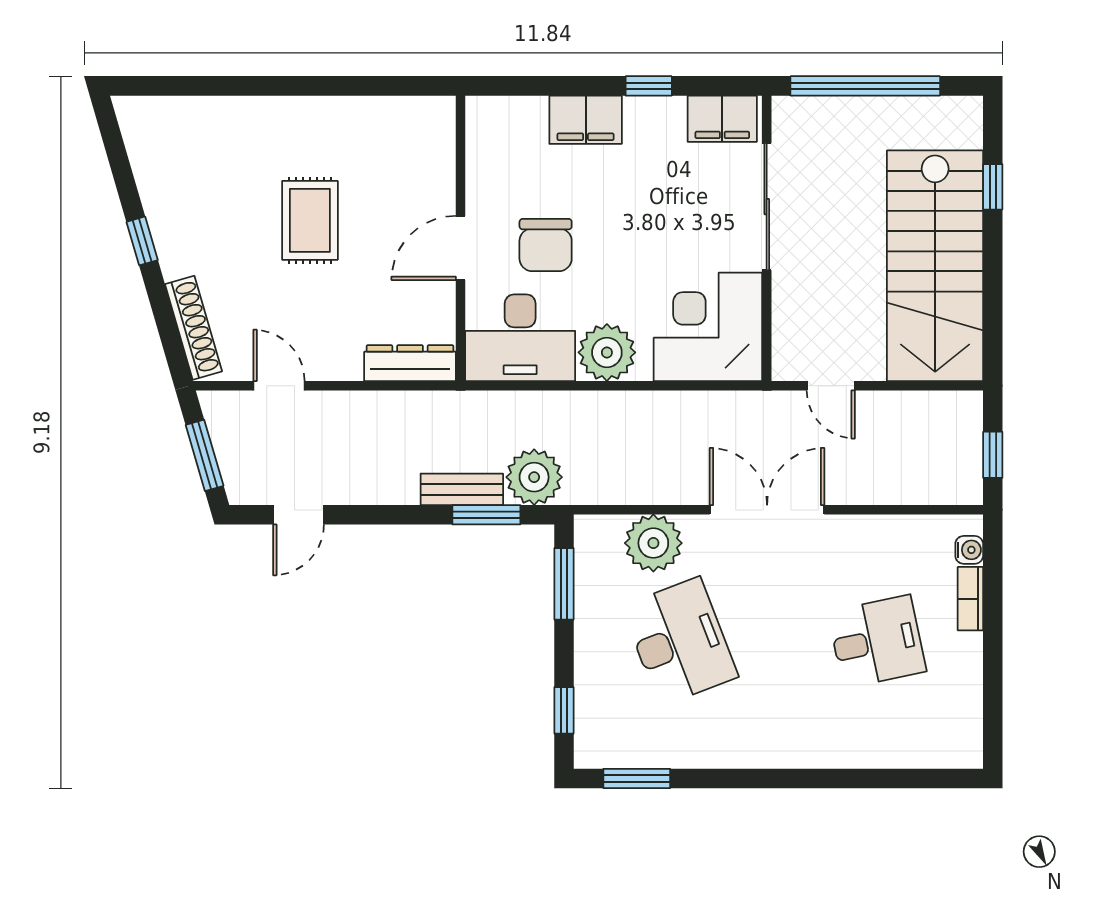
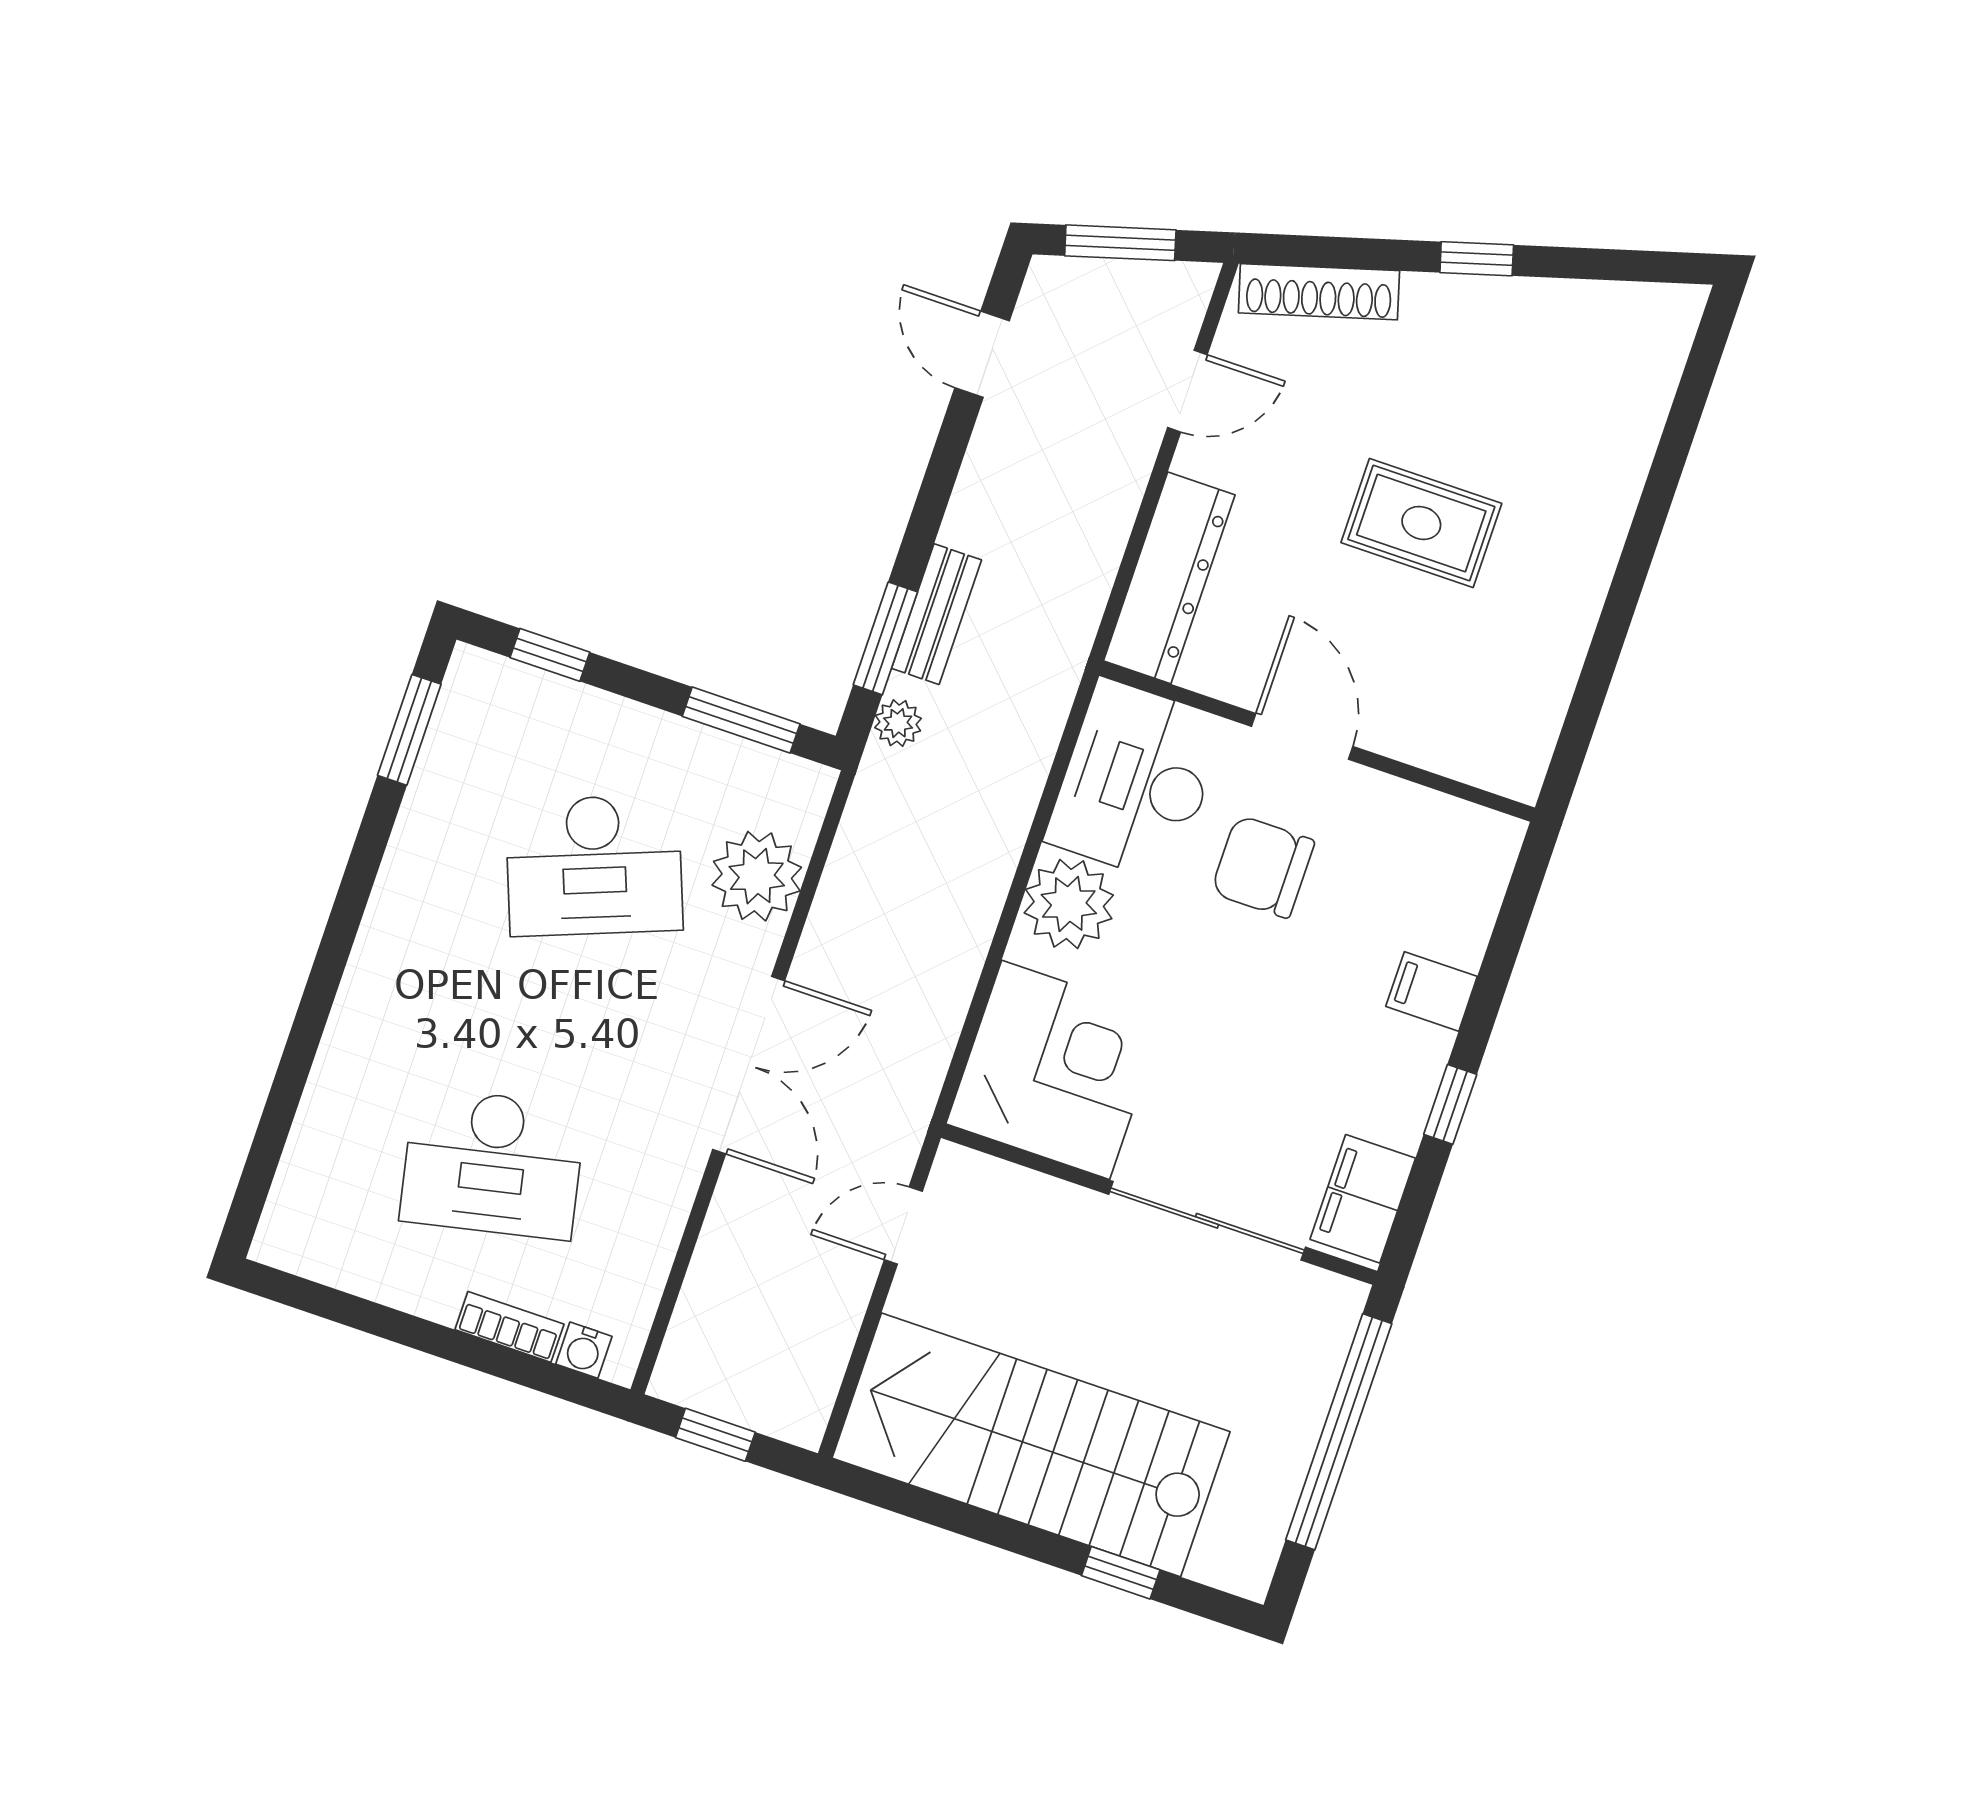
filing cabinet: (586, 120) -> (1432, 991), width x0.50
dresser: (410, 363) -> (1169, 578), width x1.37, depth x1.24
plant: (534, 477) -> (898, 723), width x0.53, depth x0.53
desk: (877, 642) -> (493, 1164), width x1.37

